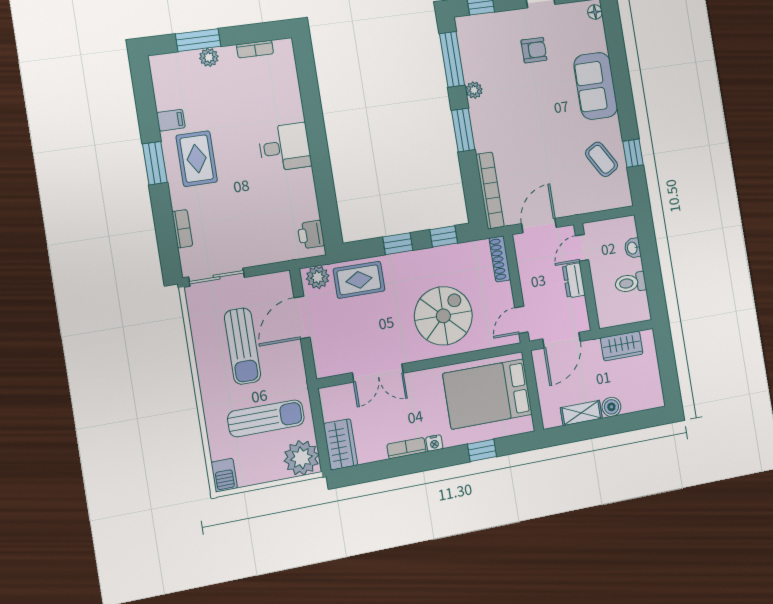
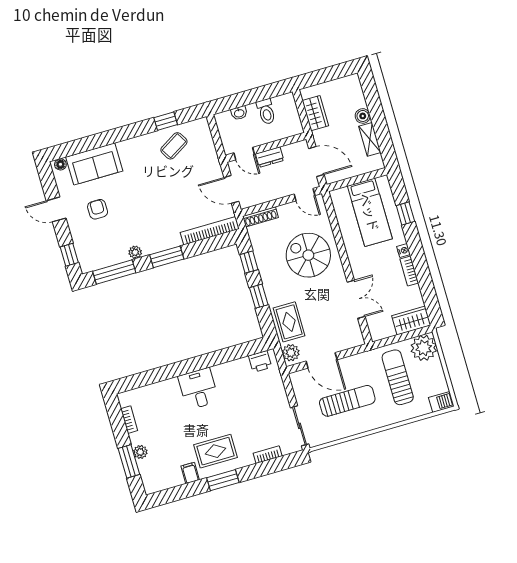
sofa: (596, 86) -> (94, 164), moved
bed: (488, 394) -> (370, 212), width x0.67

